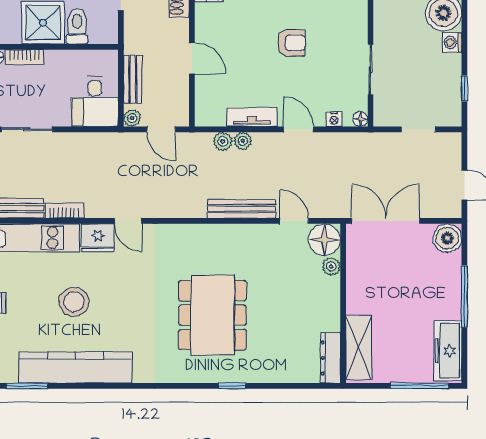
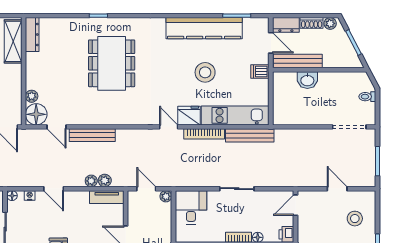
bench: (133, 79) -> (165, 222), removed
tv unit: (252, 117) -> (107, 197), moved
bookcase: (64, 211) -> (204, 134), width x1.56

